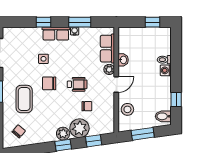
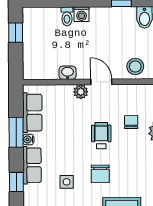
row of seats: (107, 49) -> (32, 113), moved, turned -90

